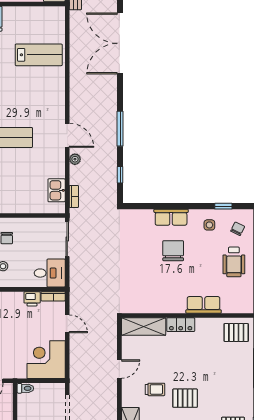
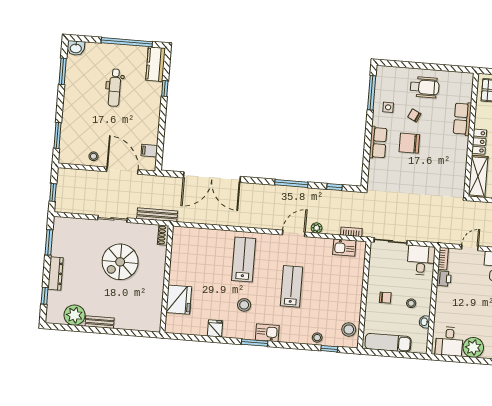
lab bench: (39, 55) -> (244, 260), moved
window: (223, 206) -> (372, 93), width x2.17
chair: (238, 229) -> (414, 115), moved

